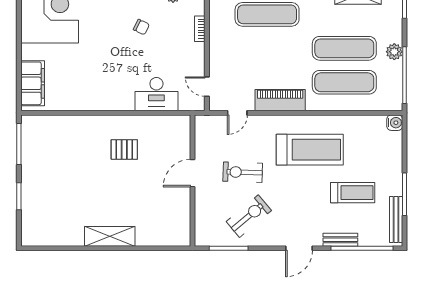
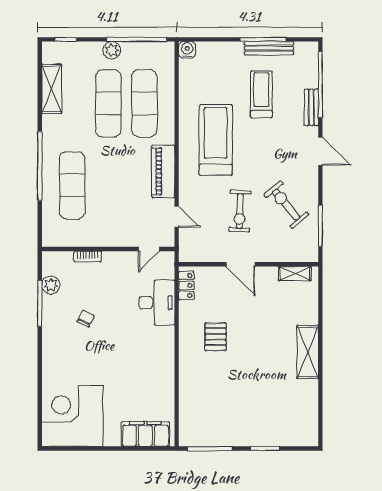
locker: (173, 122) -> (186, 285), added
bench: (396, 220) -> (269, 48), moved
shelving: (184, 224) -> (295, 273), added

